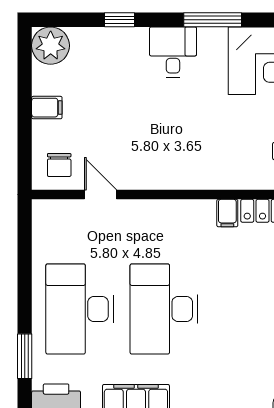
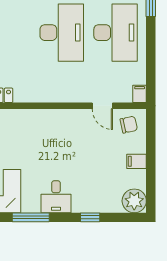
chair: (59, 165) -> (129, 125), turned 78
filing cabinet: (227, 213) -> (140, 94), moved

